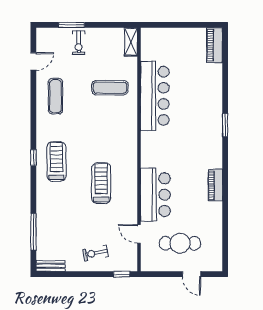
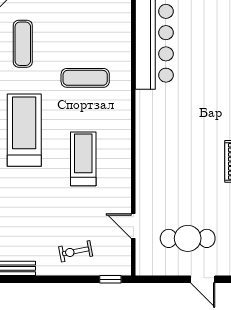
exercise mat: (110, 88) -> (85, 78), moved
treadmill: (57, 161) -> (24, 130), width x1.37, depth x1.38
bar counter: (155, 195) -> (155, 174), removed

